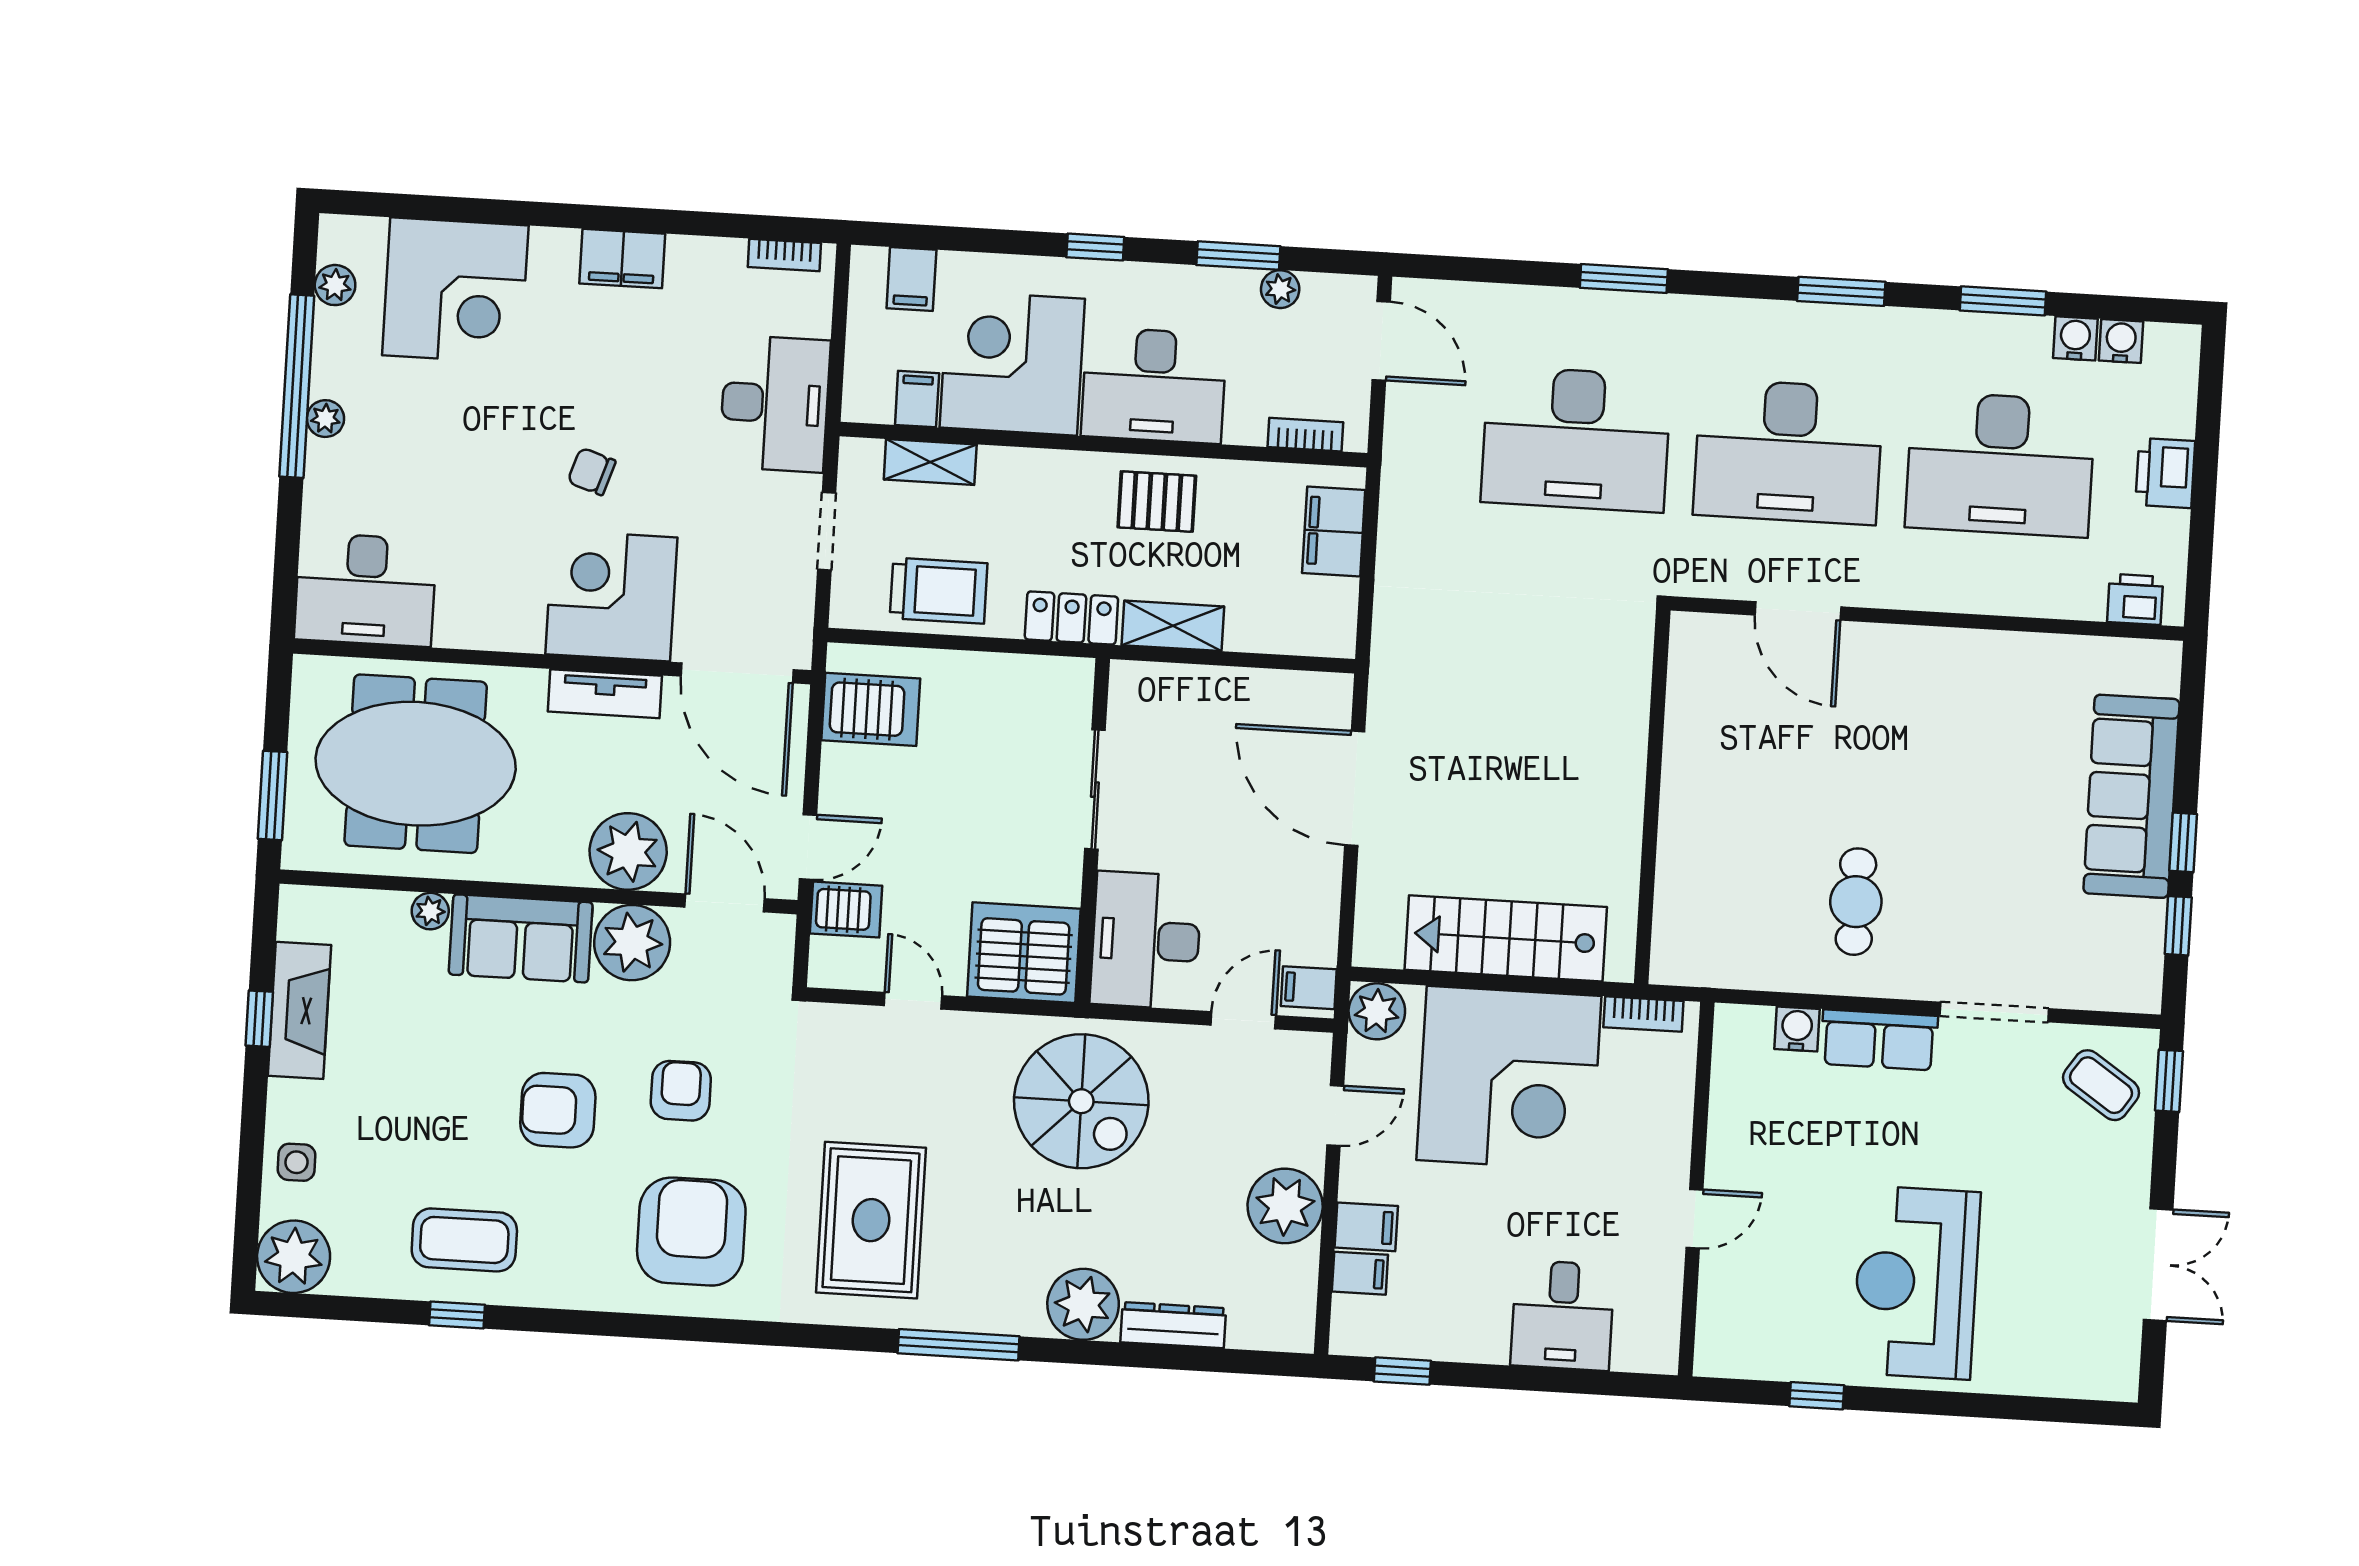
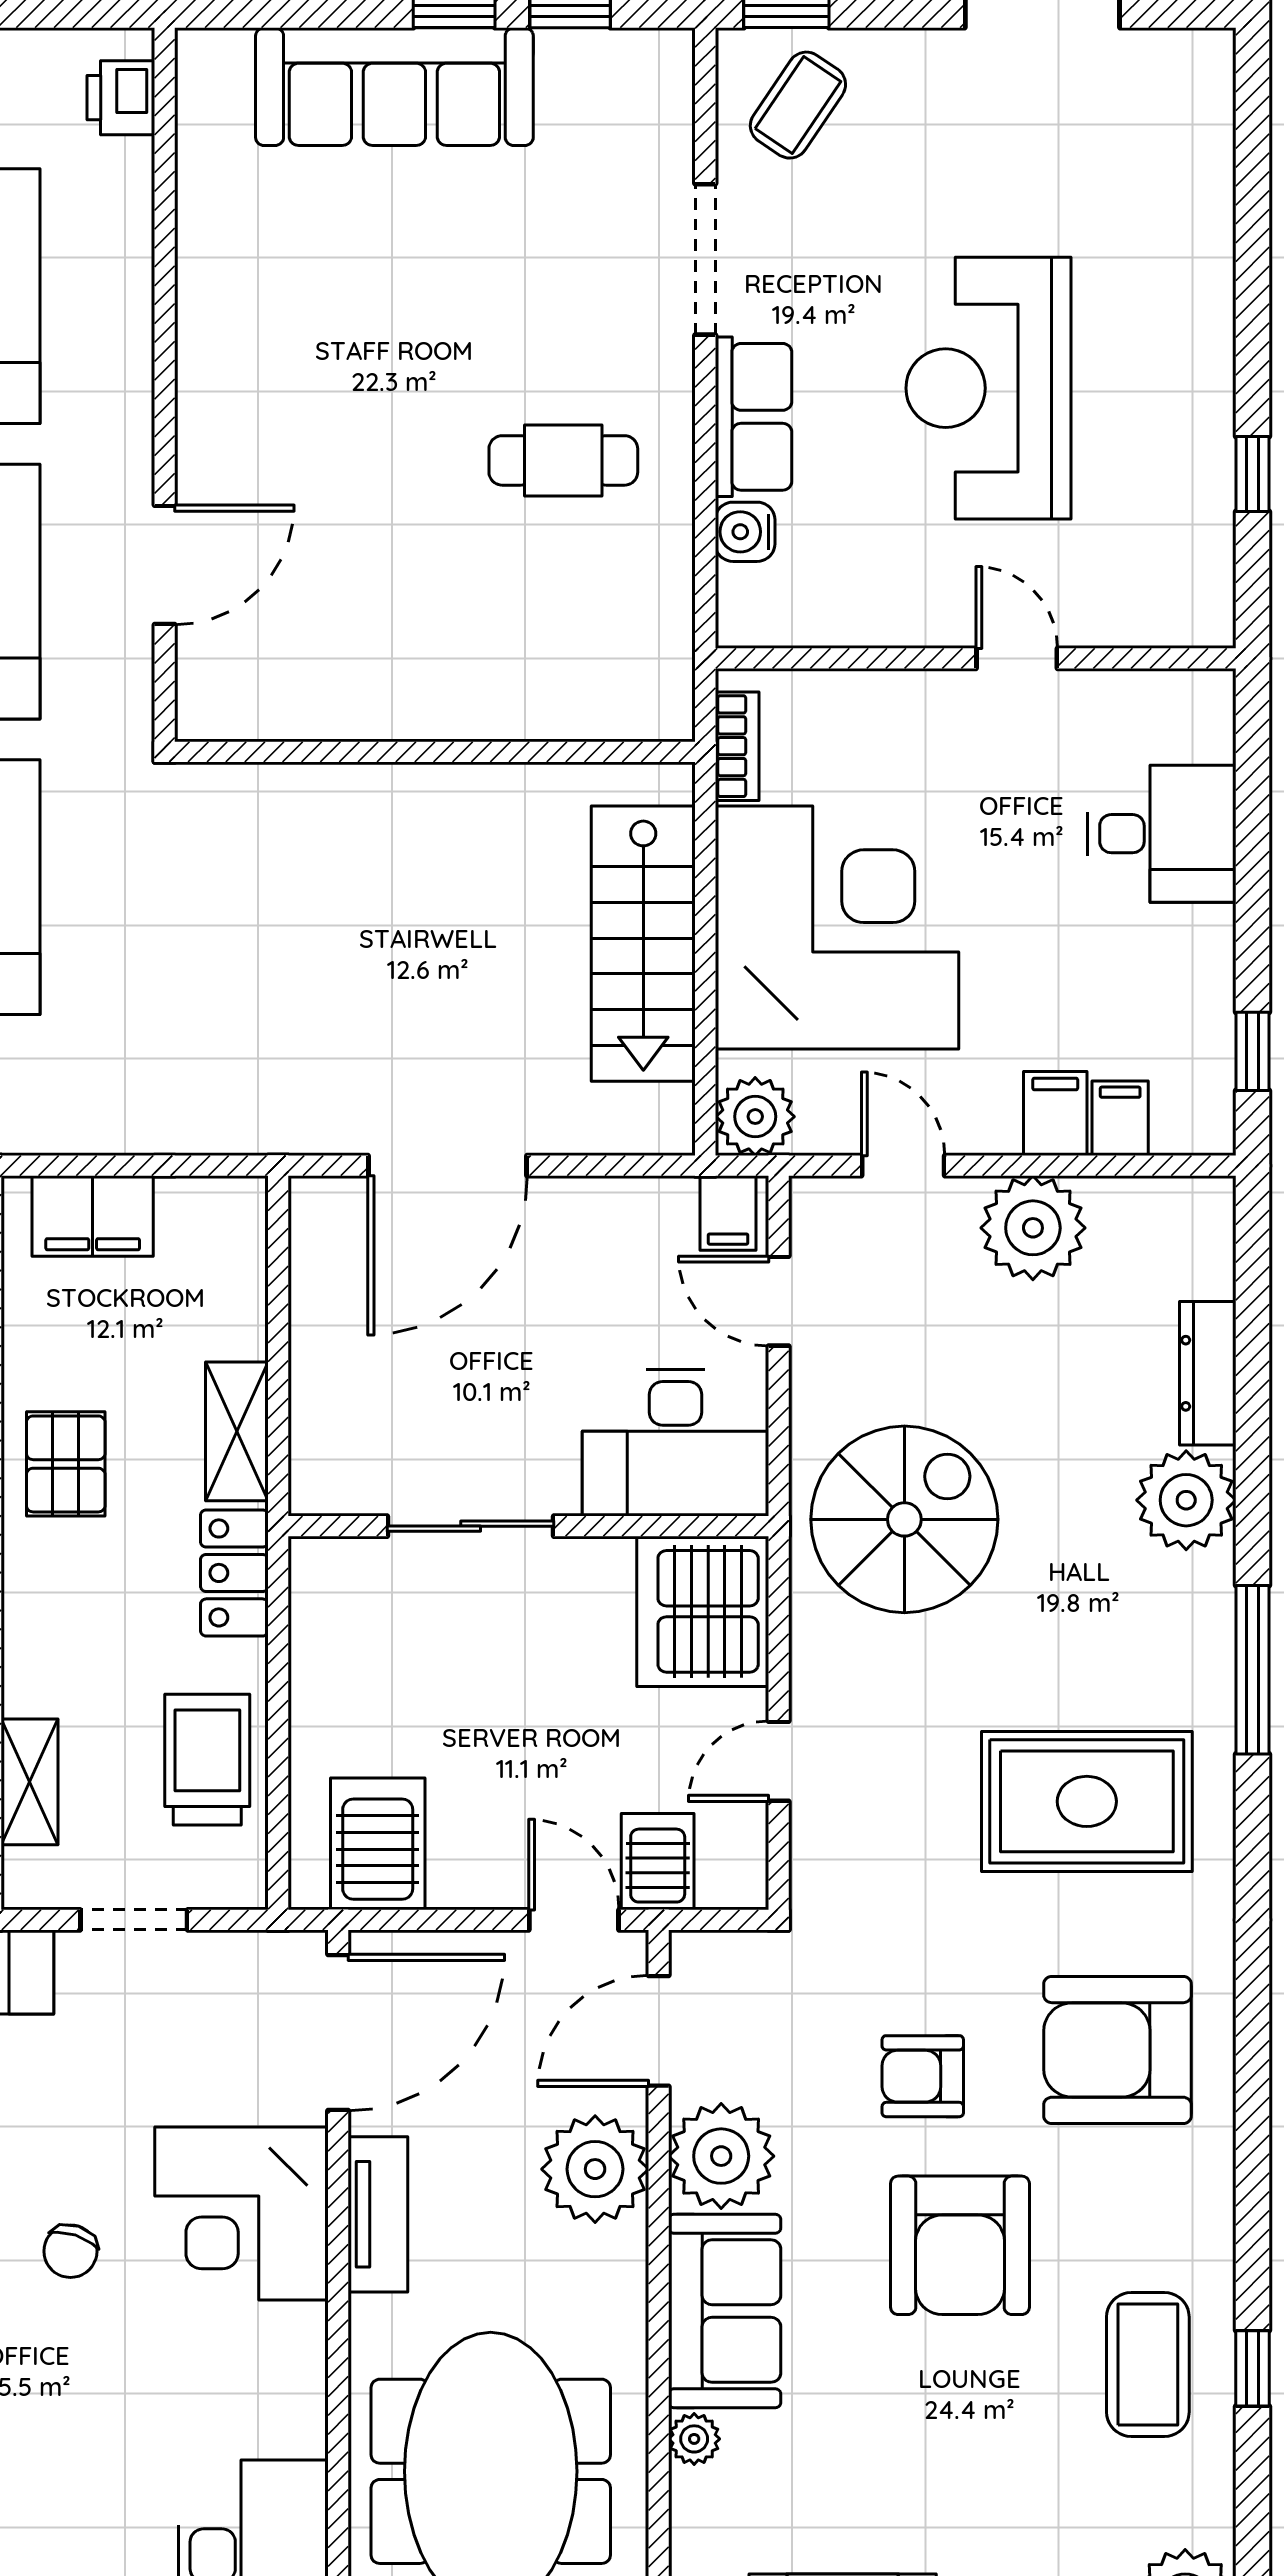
armchair: (558, 1110) -> (960, 2245), width x1.36, depth x1.36
reception desk: (1916, 1283) -> (988, 388), moved, turned 90

